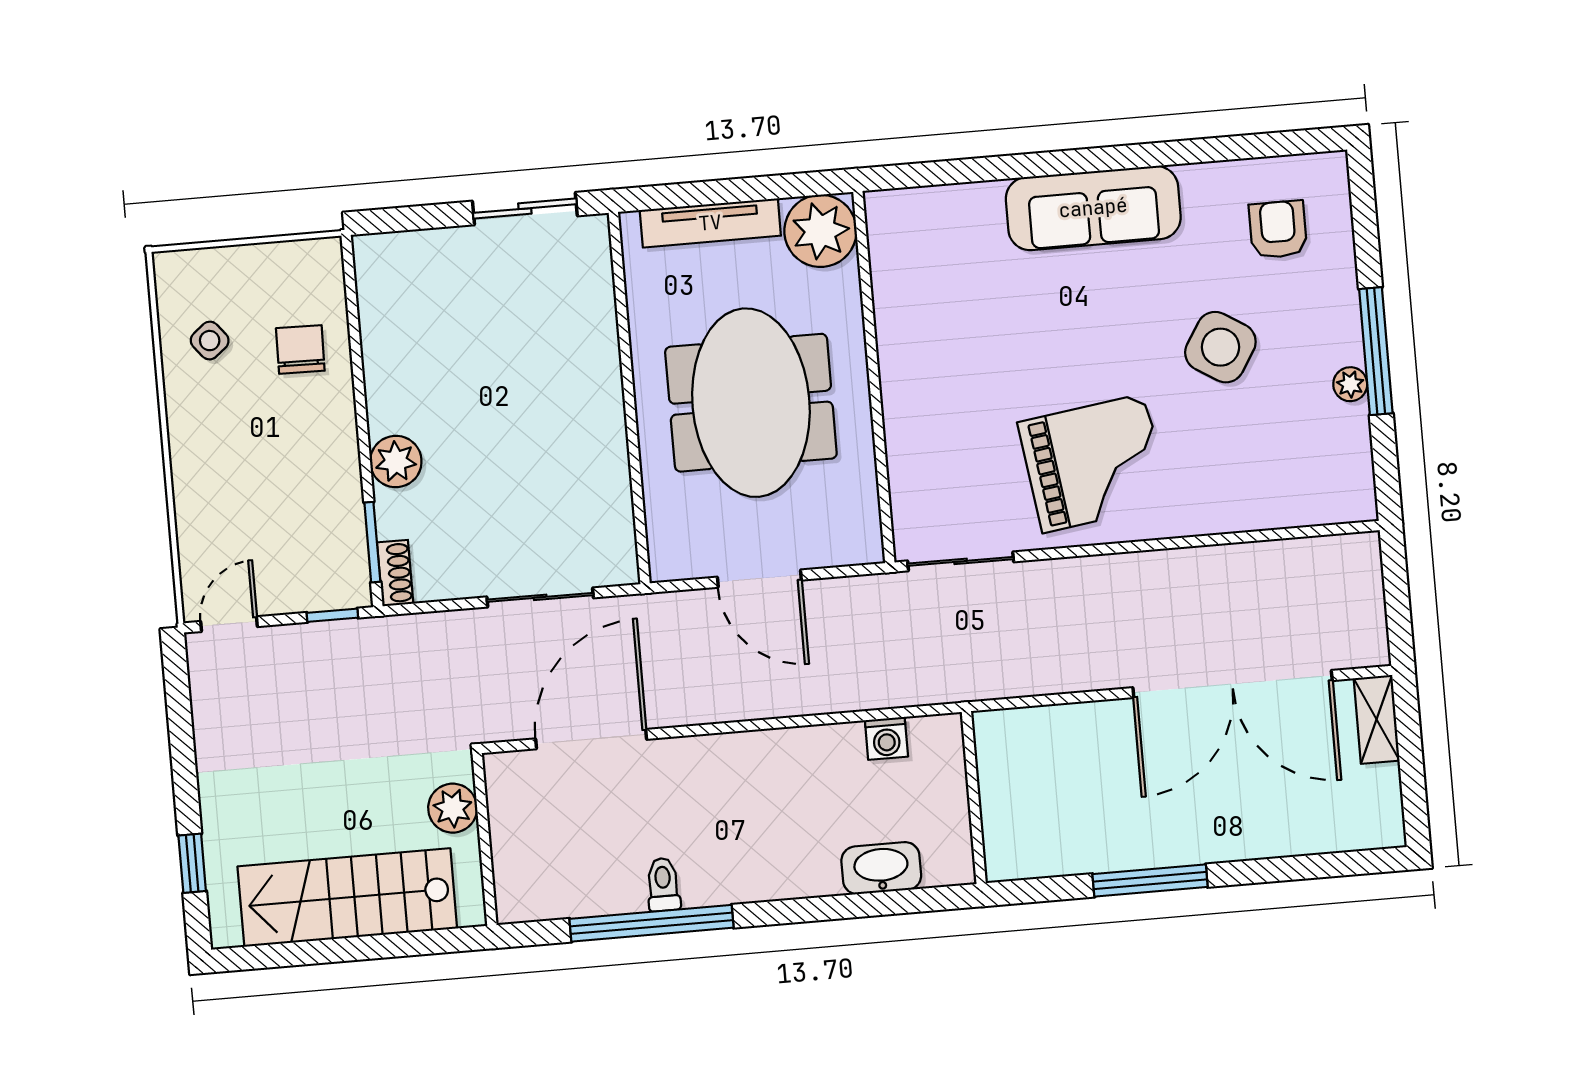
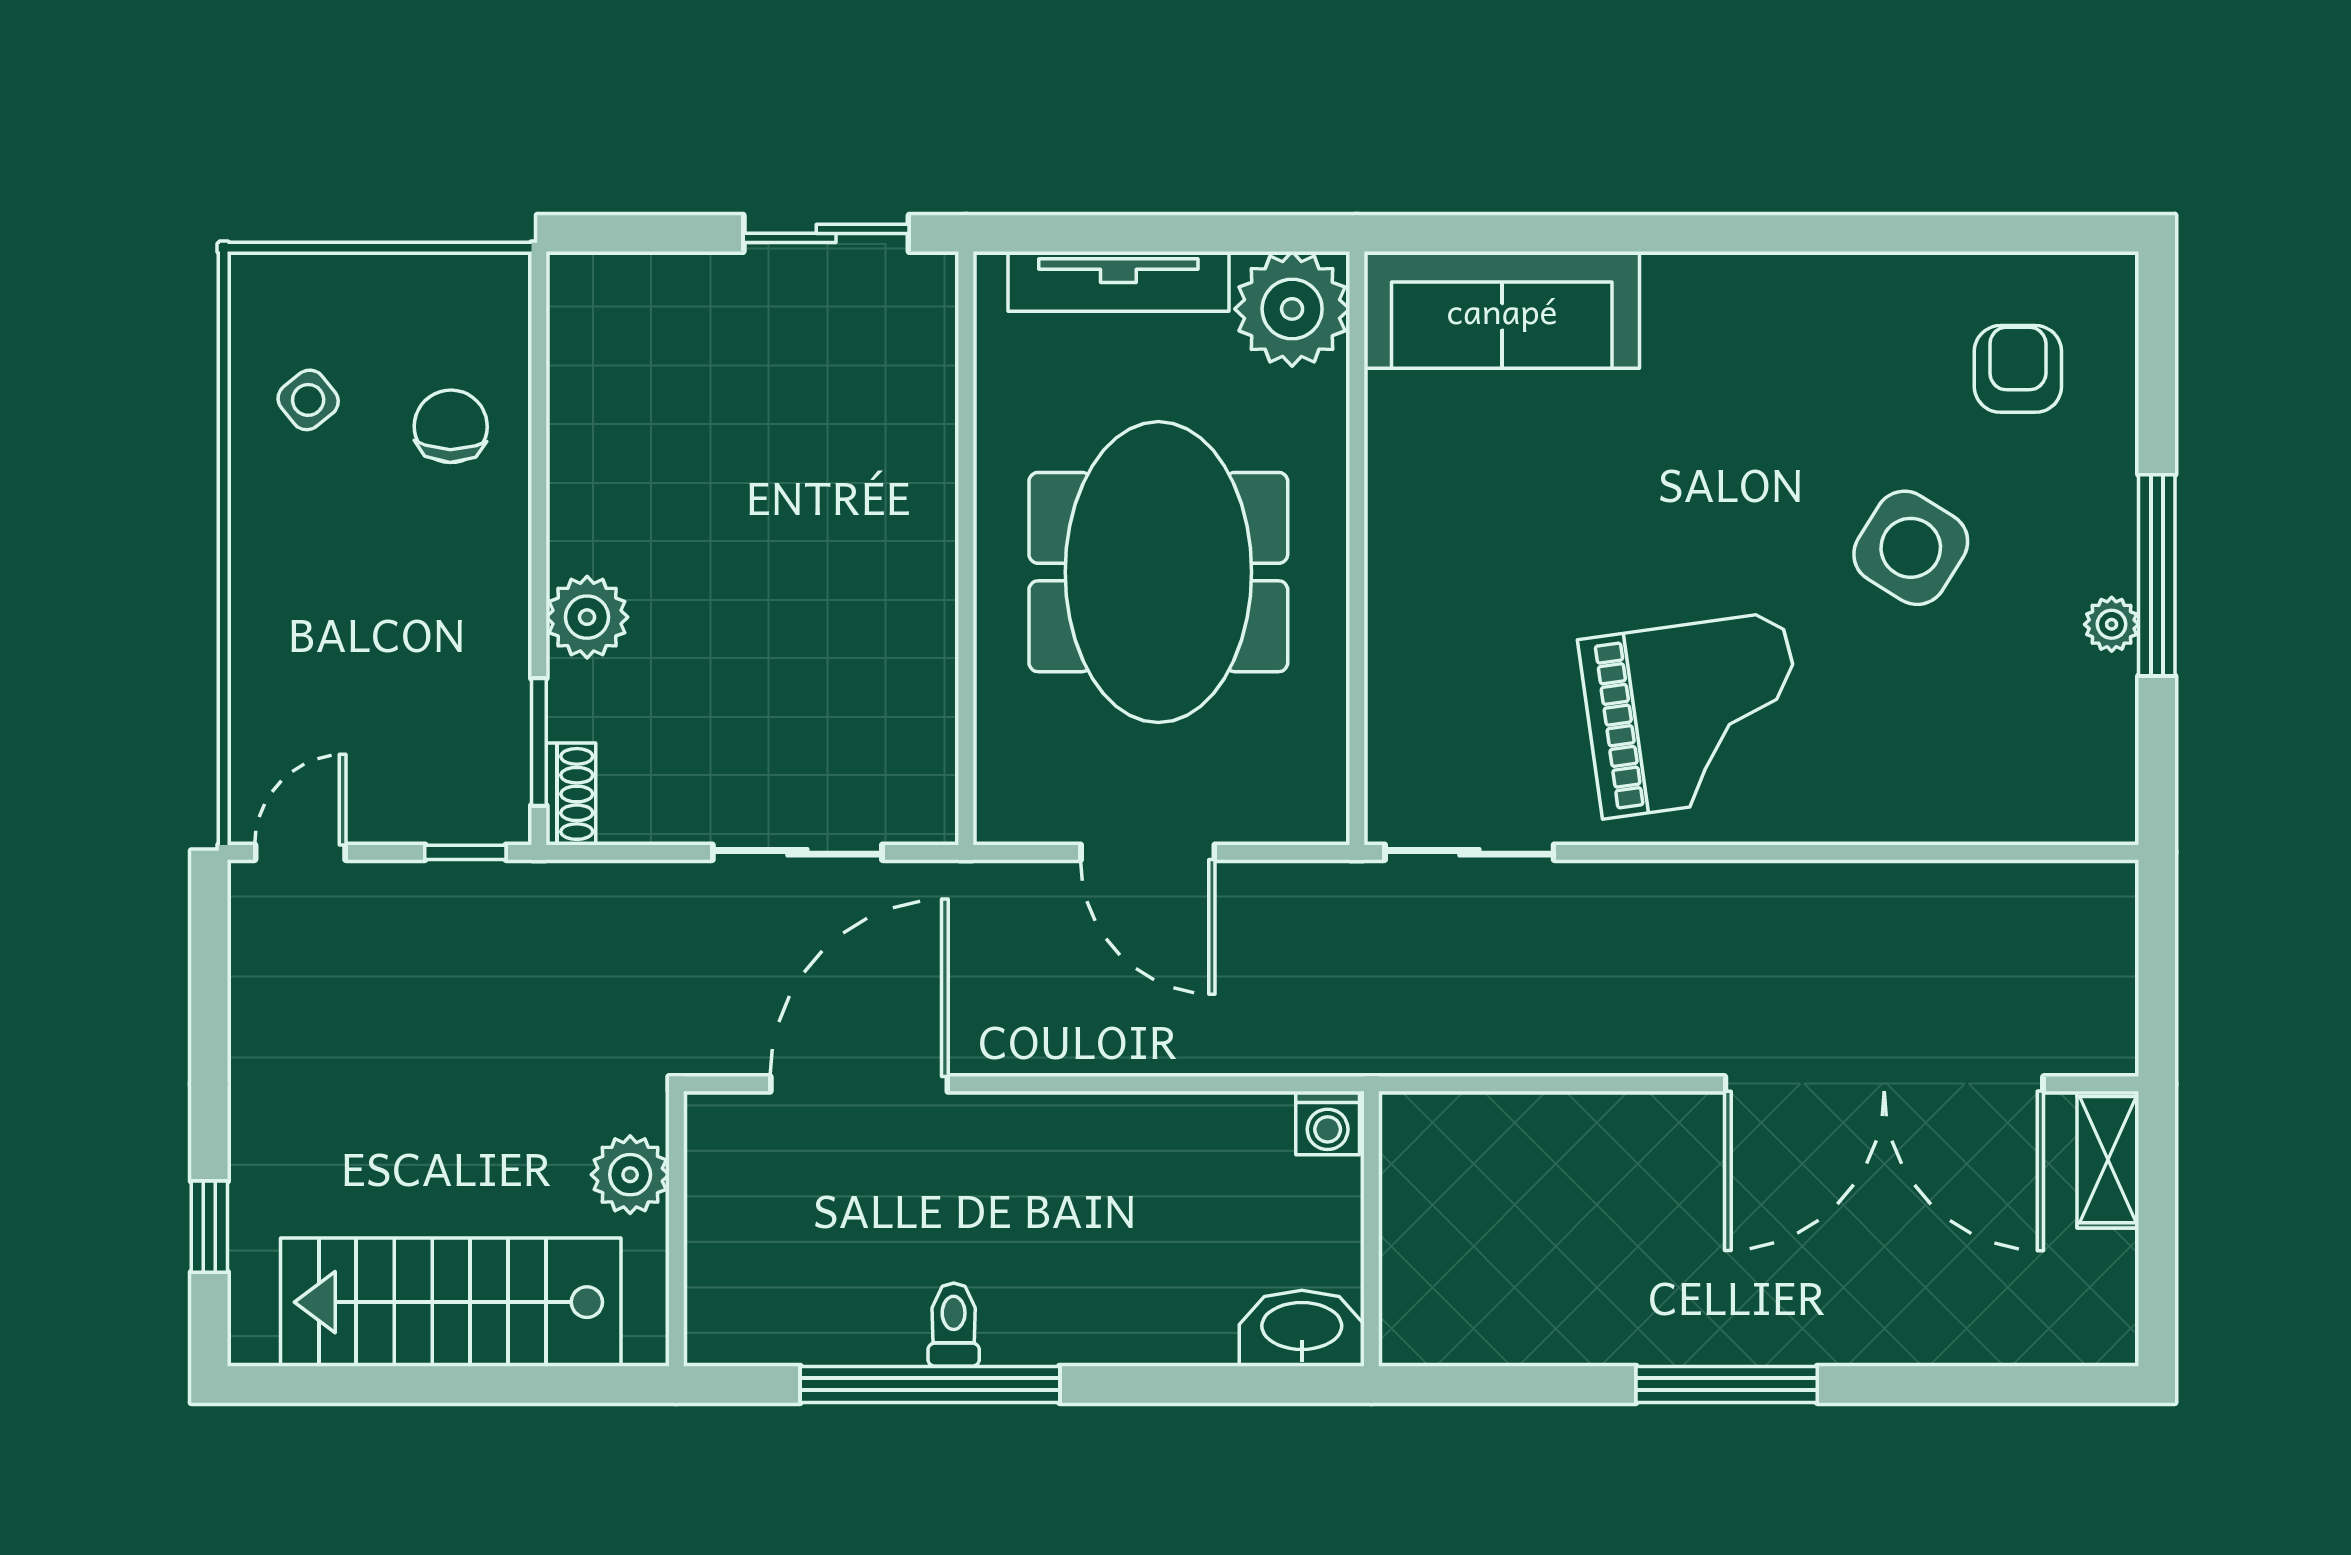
sofa: (1093, 208) -> (1502, 310), moved
wall: (974, 798) -> (1371, 1229), moved

